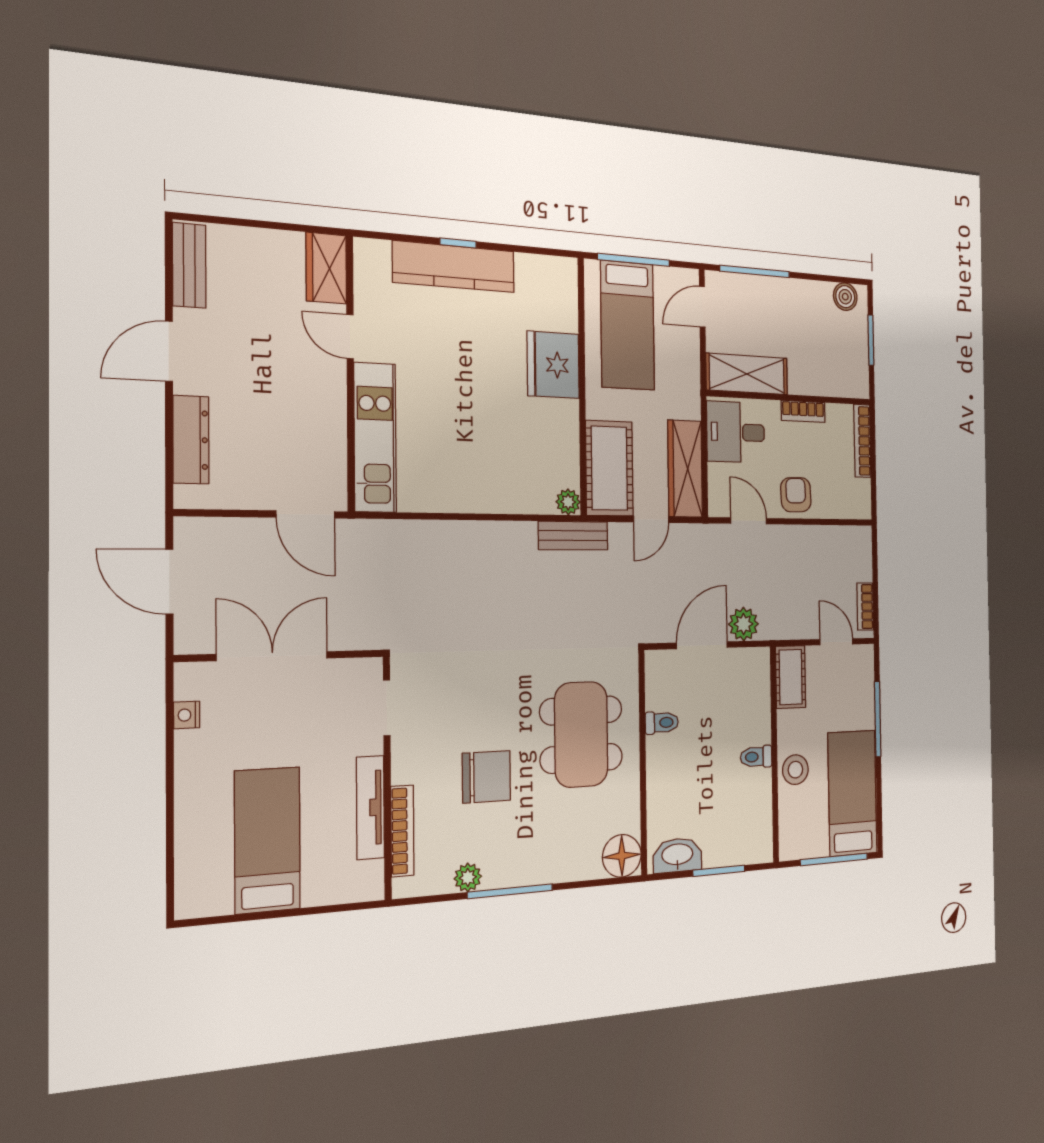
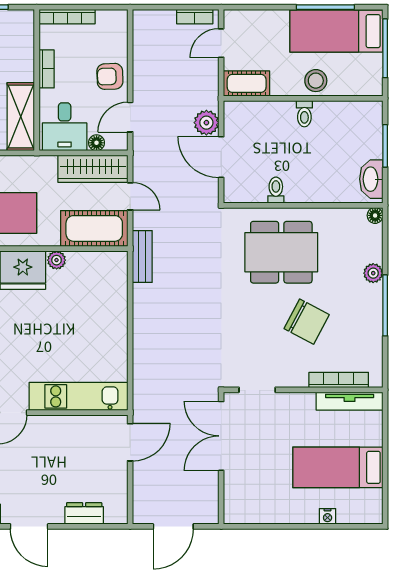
dresser: (191, 440) -> (84, 513), width x0.70
floor lamp: (717, 475) -> (97, 143), added
plant: (568, 502) -> (57, 260), moved
double door: (272, 656) -> (221, 436), moved
nightstand: (187, 715) -> (328, 516), moved
window: (878, 719) -> (325, 7), moved
chair: (486, 777) -> (307, 322), turned 118
tv unit: (370, 808) -> (350, 401), moved
floor lamp: (622, 856) -> (375, 215), width x0.53, depth x0.53
plant: (468, 877) -> (373, 273), moved

